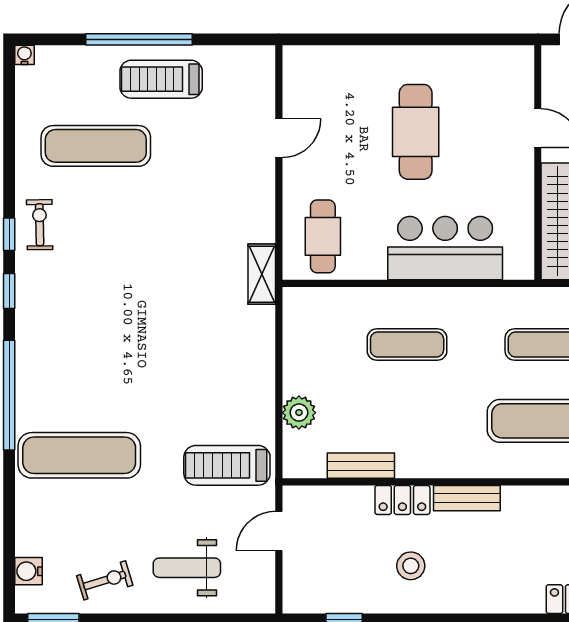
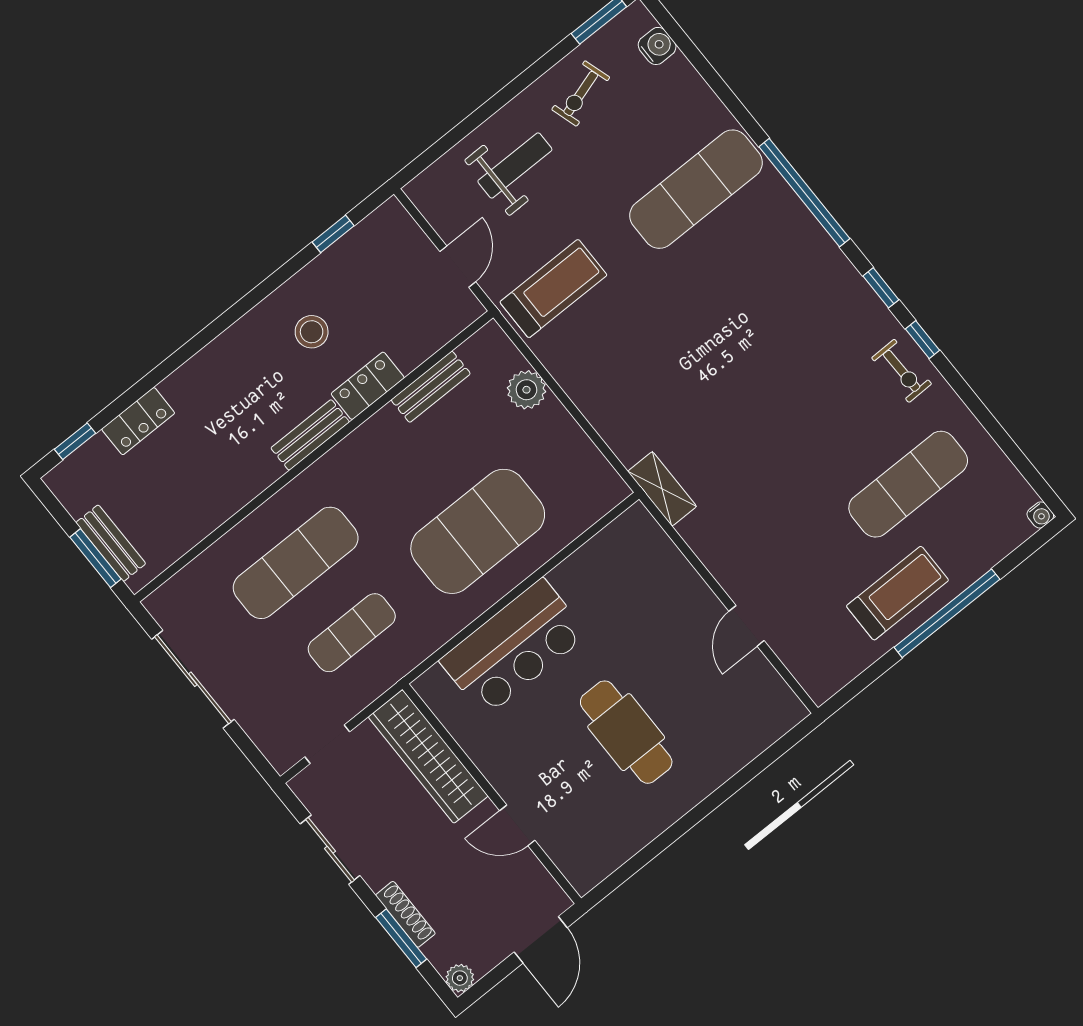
cafe table: (323, 236) -> (634, 568), removed
exercise mat: (407, 344) -> (478, 531), width x2.00, depth x1.45

